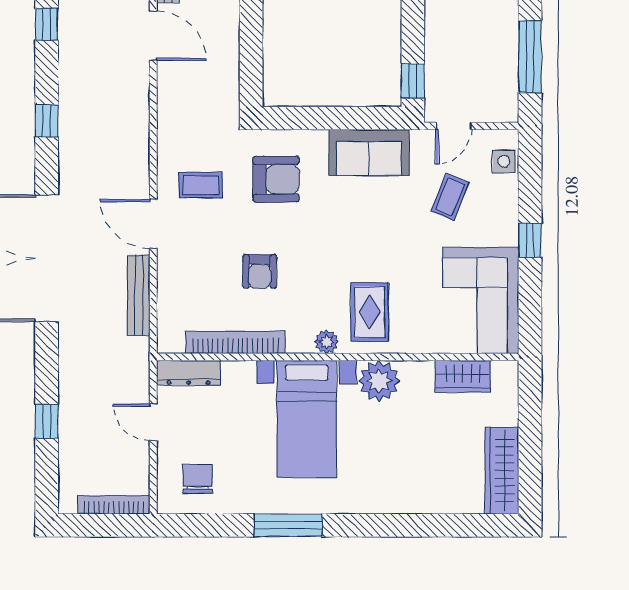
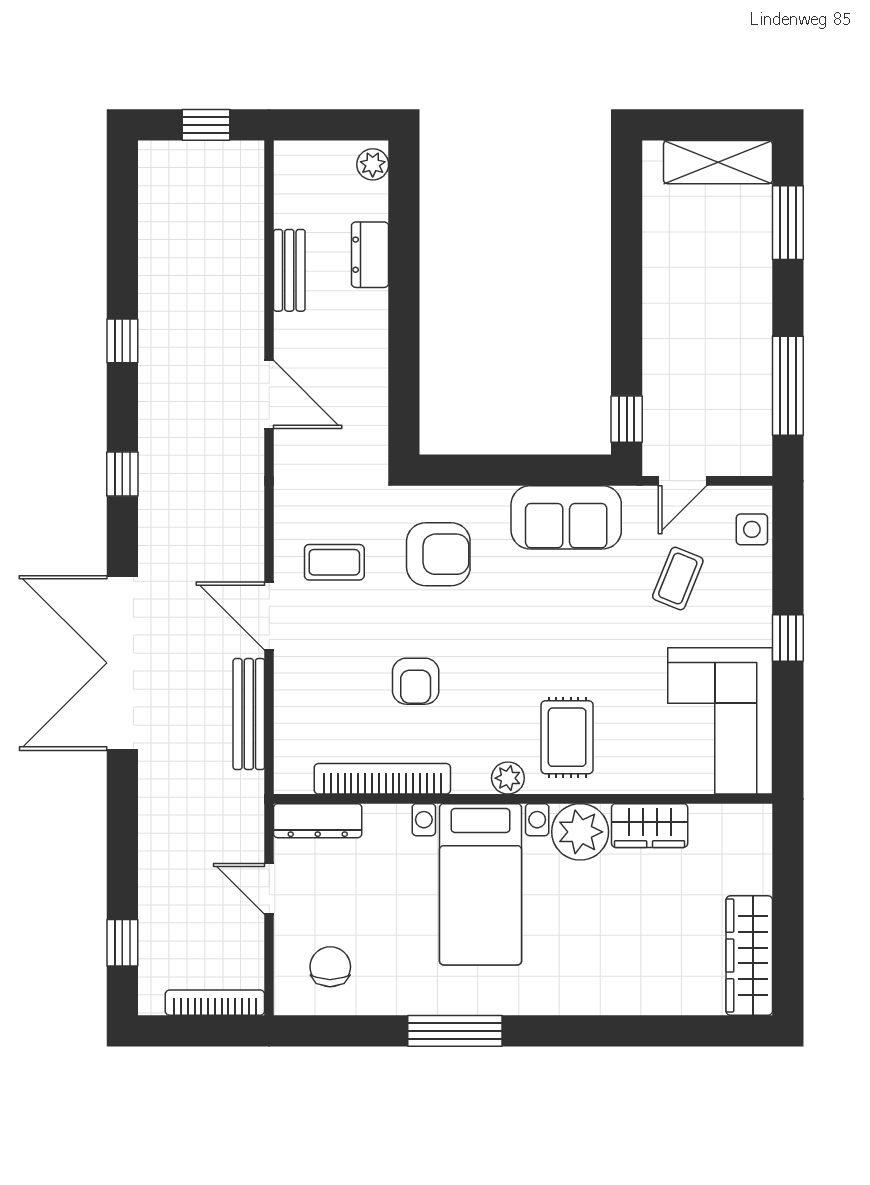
door: (153, 36) -> (269, 395), moved
wardrobe: (463, 376) -> (650, 826), moved
window: (47, 421) -> (122, 943), moved

